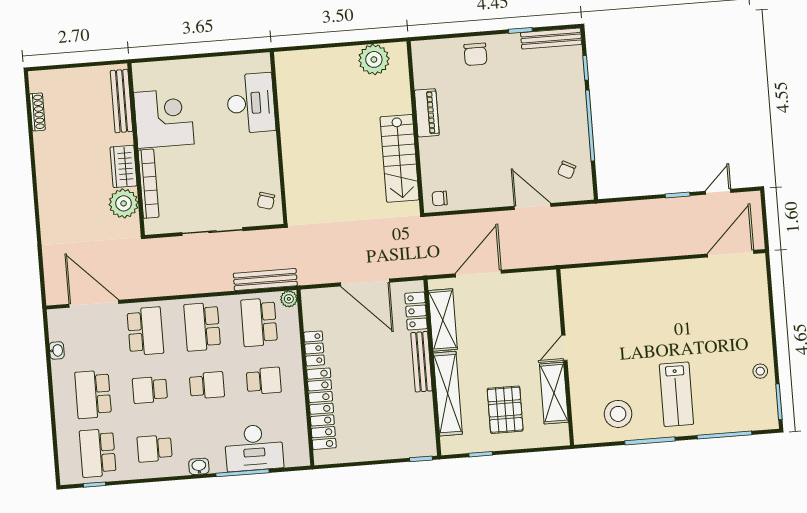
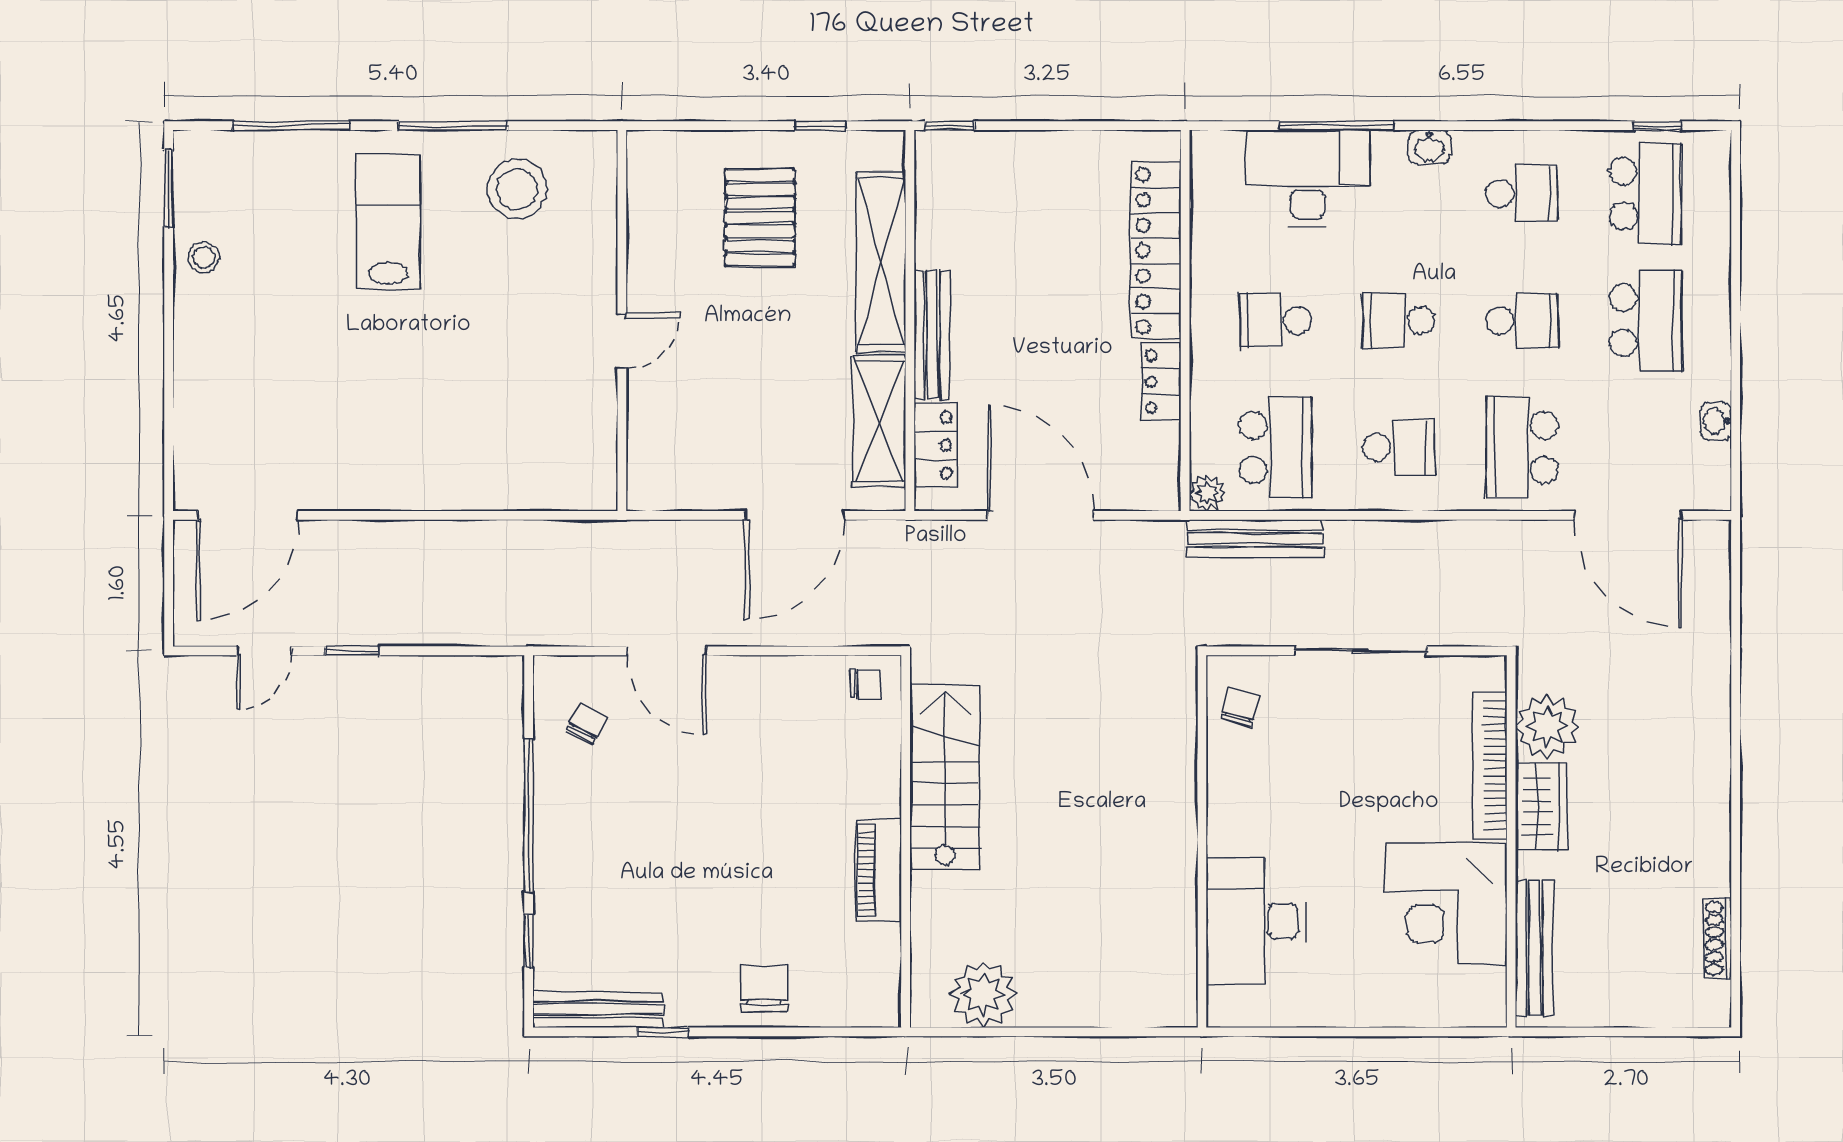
school desk: (202, 327) -> (1399, 448), width x0.54
shelving: (554, 393) -> (652, 245), removed

